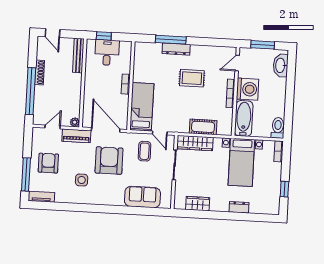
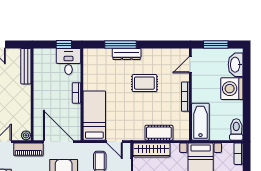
window: (104, 36) -> (64, 44), moved
desk: (107, 52) -> (68, 61), moved
washing machine: (248, 89) -> (232, 89), moved, turned 180

